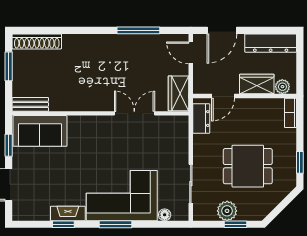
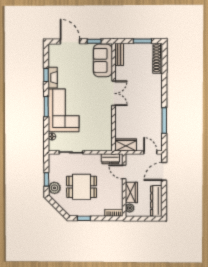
door: (222, 30) -> (164, 171), hinge flipped
door: (191, 53) -> (150, 152), hinge flipped
double door: (134, 113) -> (114, 93), moved
dining table: (248, 166) -> (82, 187), turned 90
plant: (227, 211) -> (55, 188), moved

